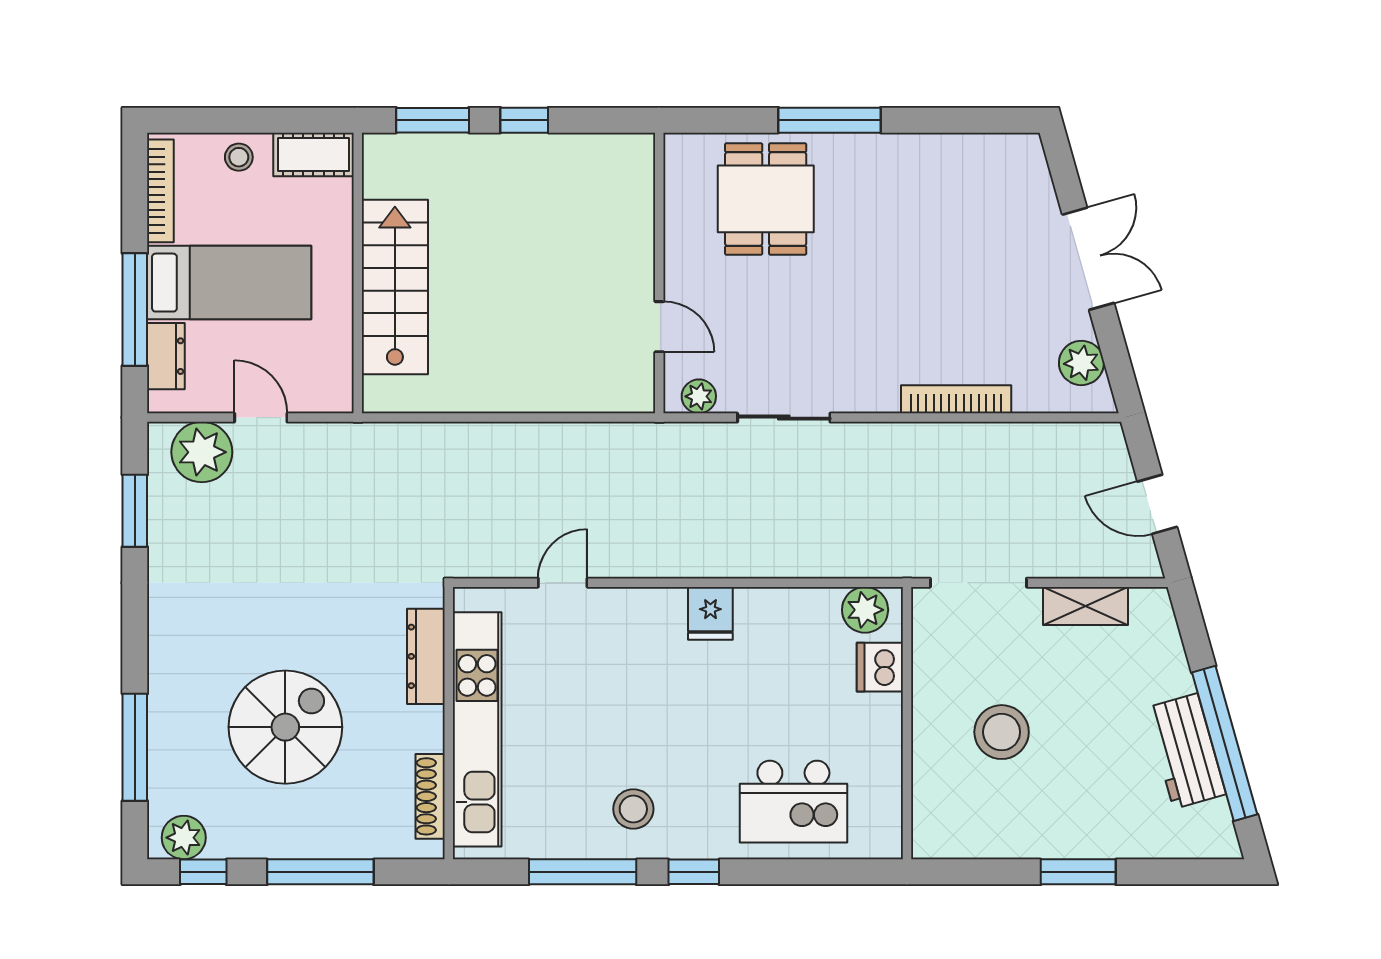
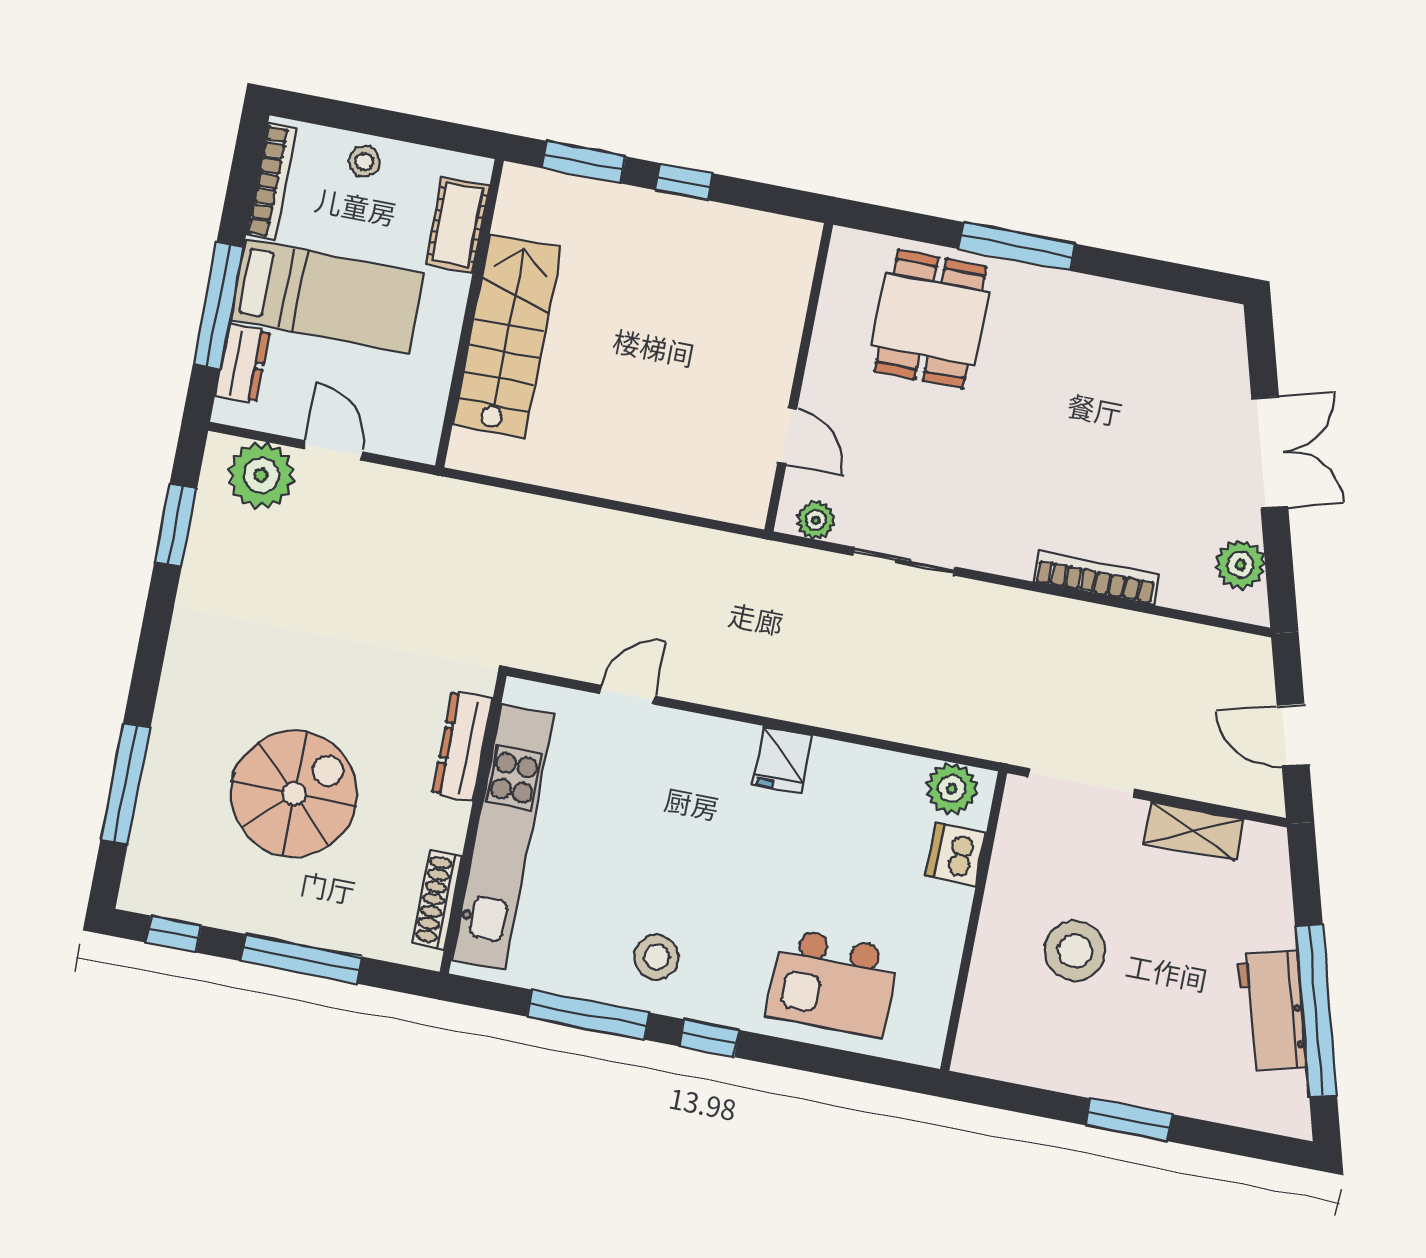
cot: (313, 154) -> (457, 225), moved, turned 90
plant: (184, 838) -> (160, 893), removed

